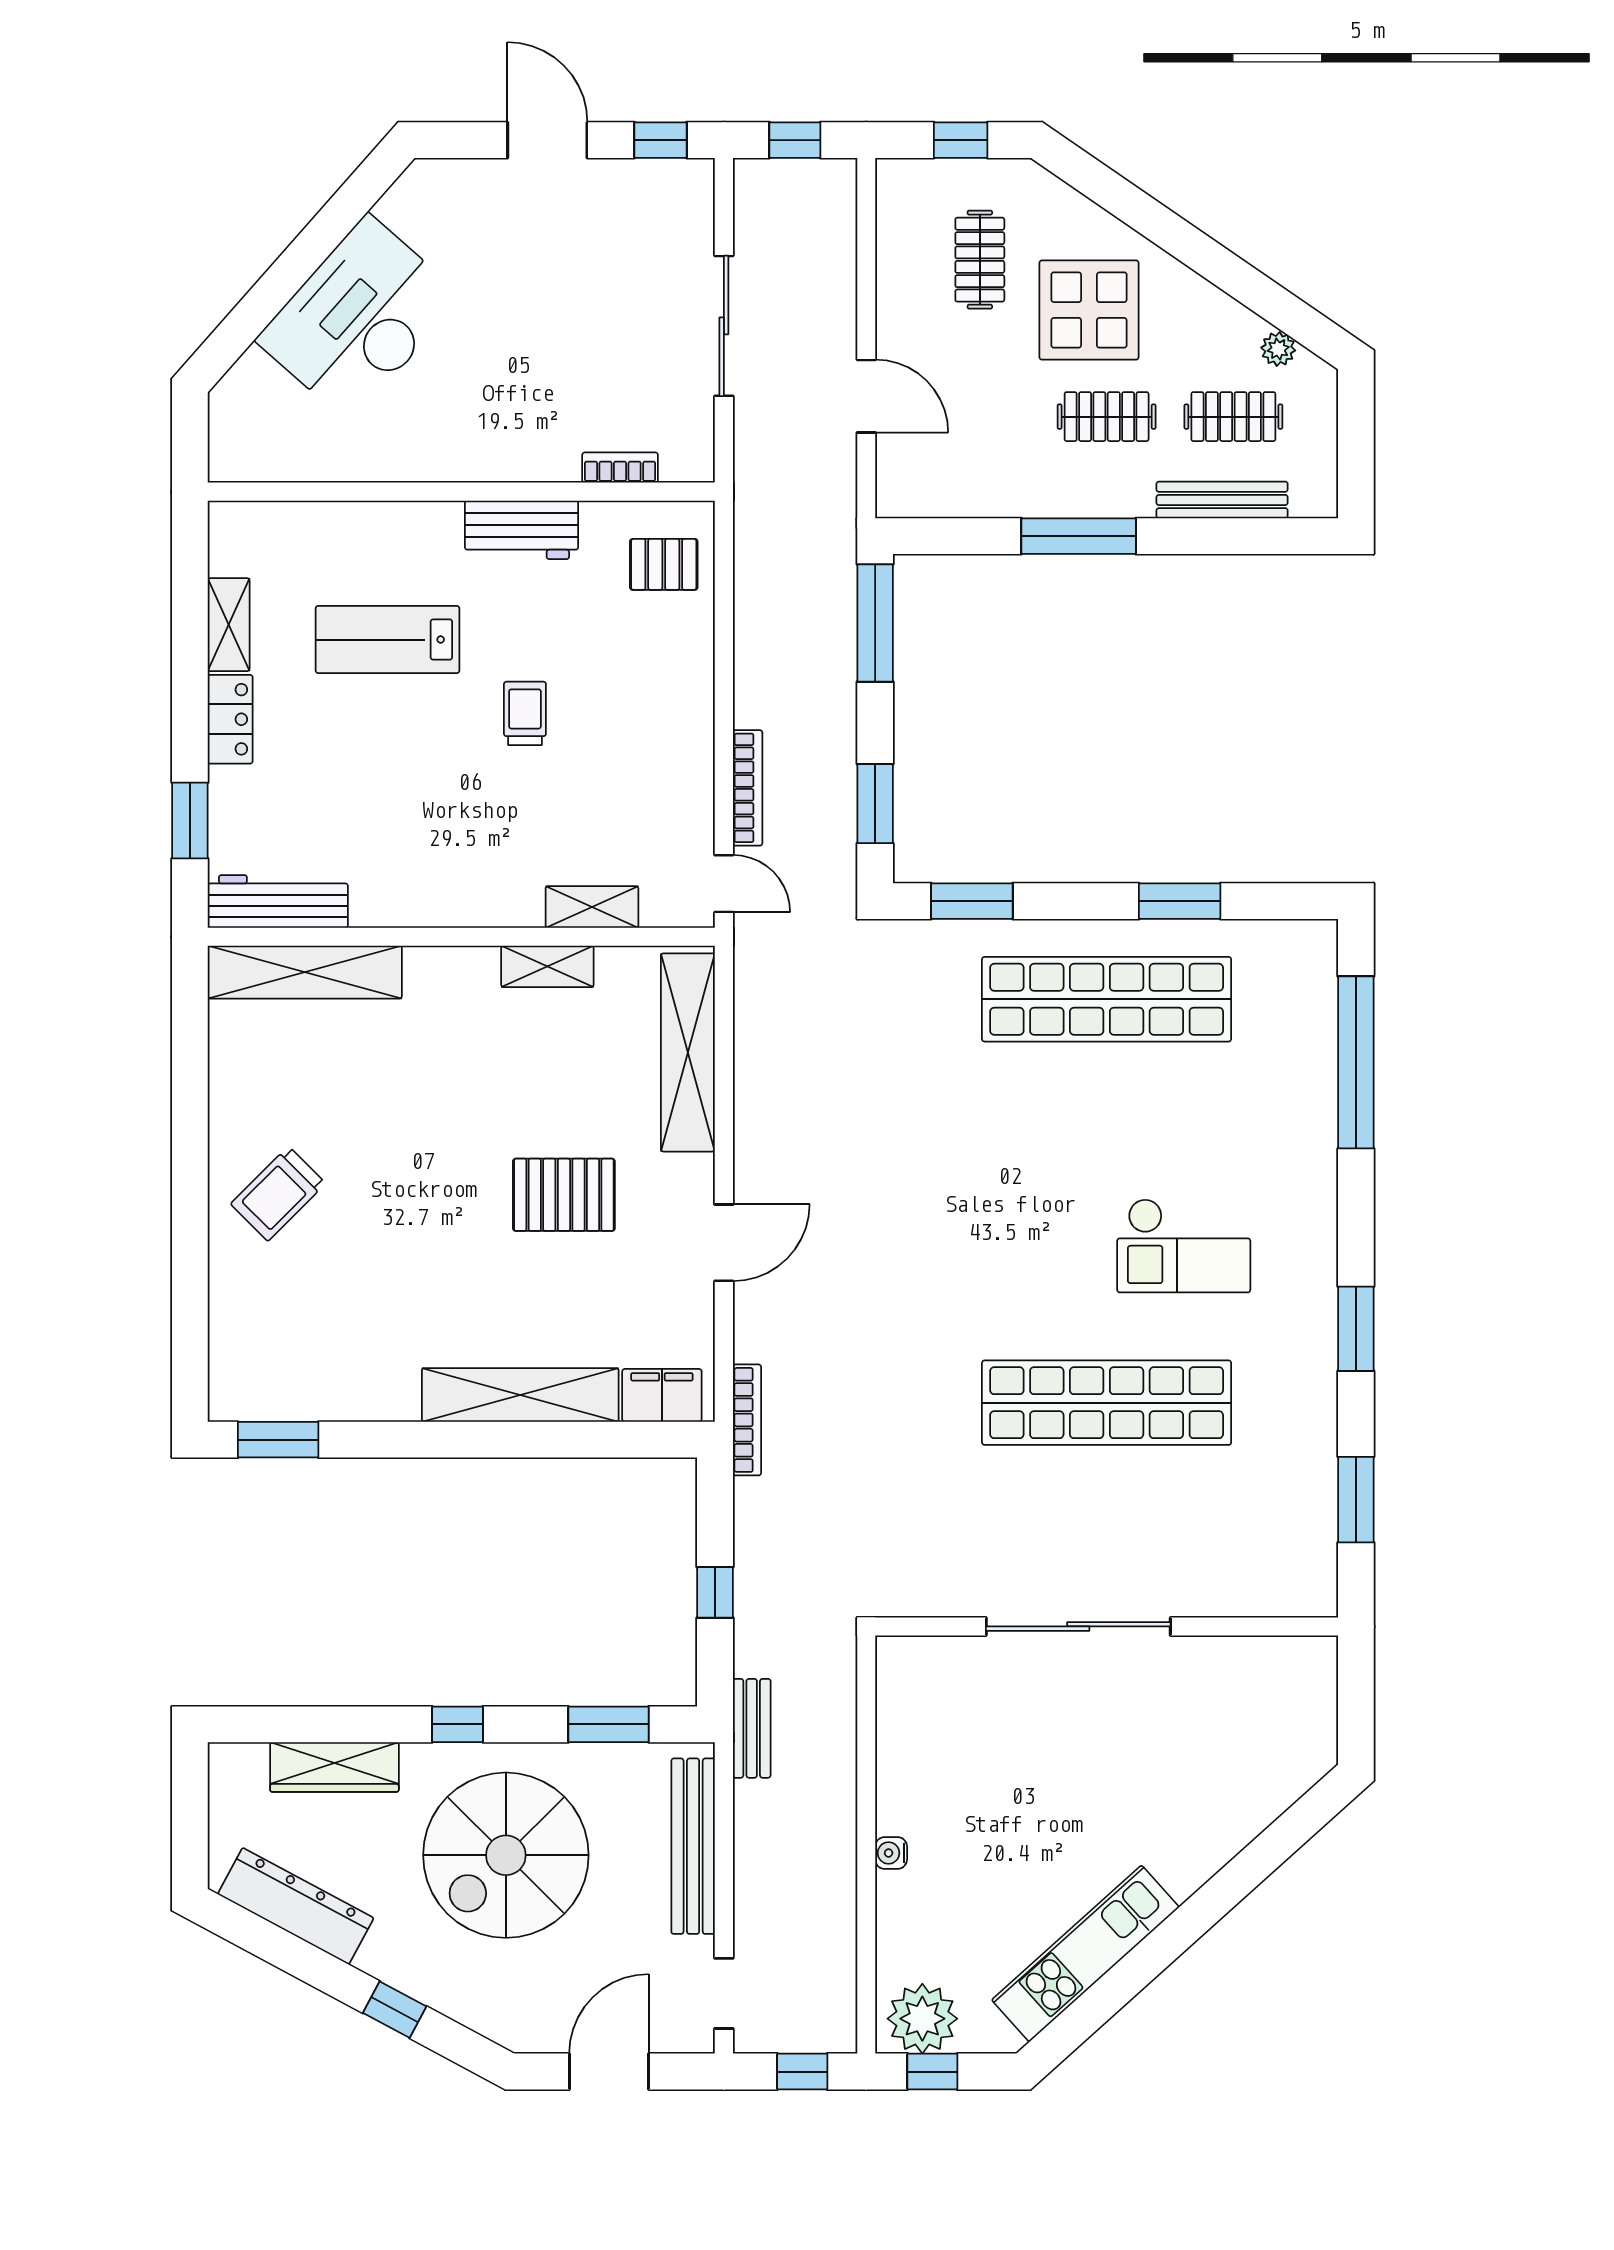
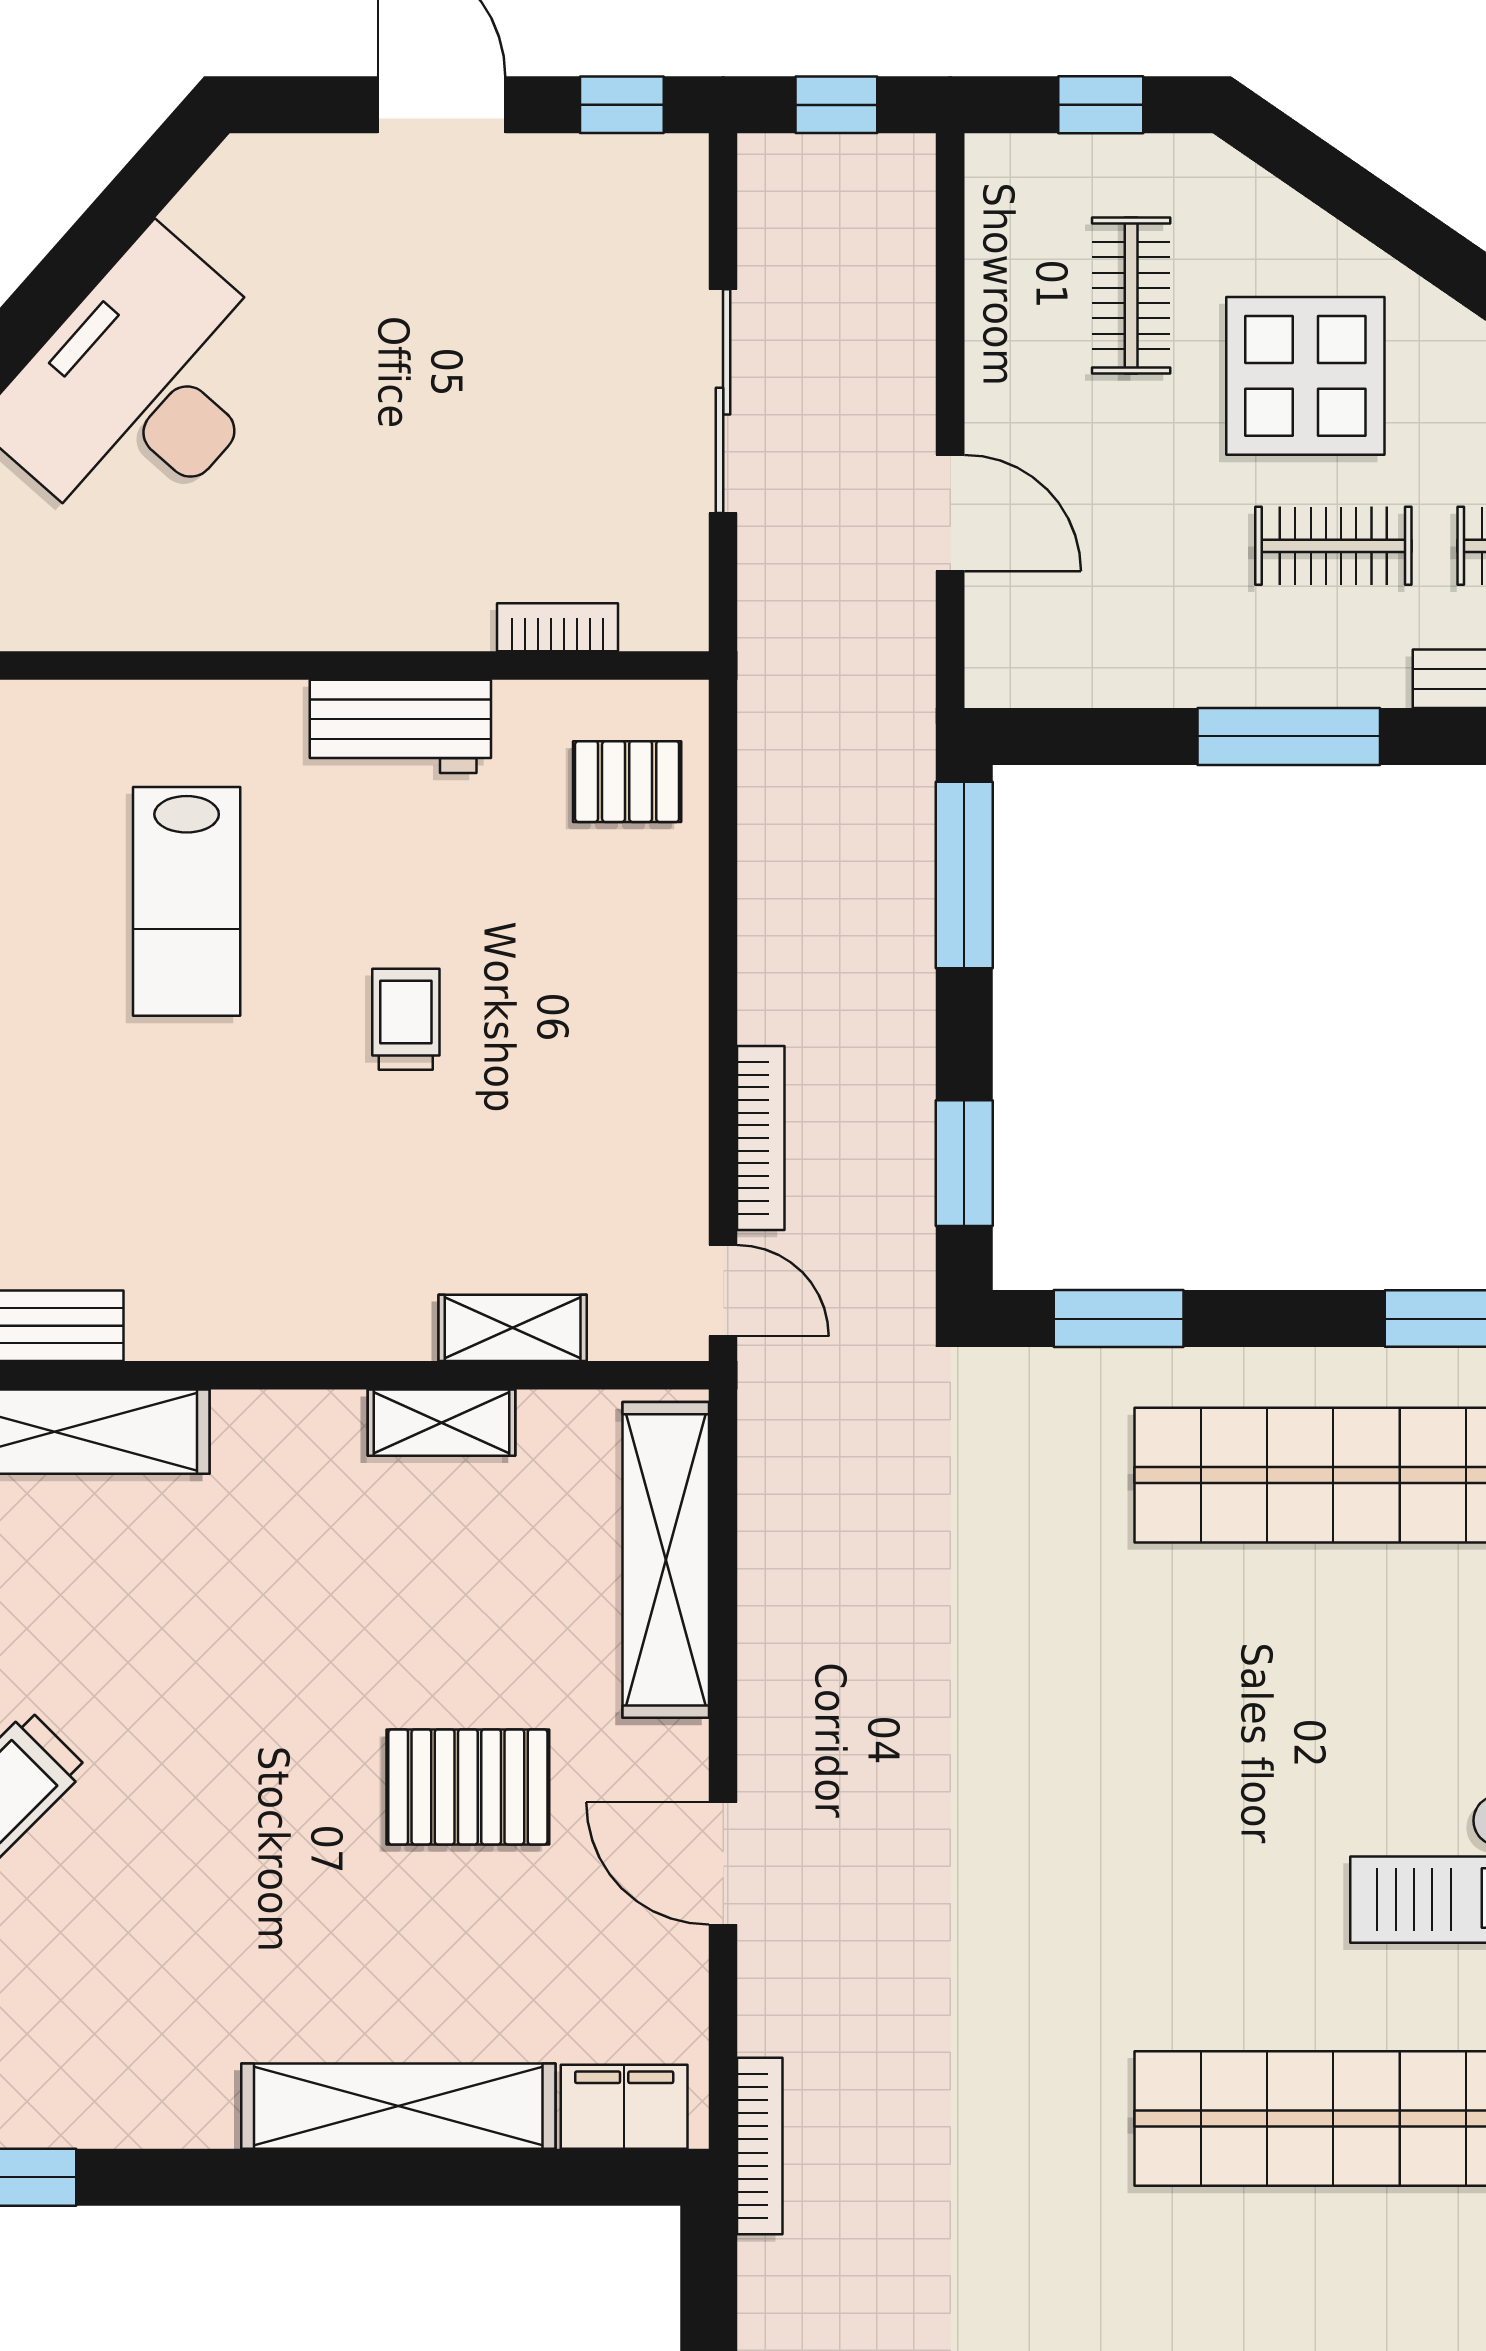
lab bench: (388, 640) -> (187, 901), turned -90
door: (724, 1243) -> (723, 1863), swing flipped

